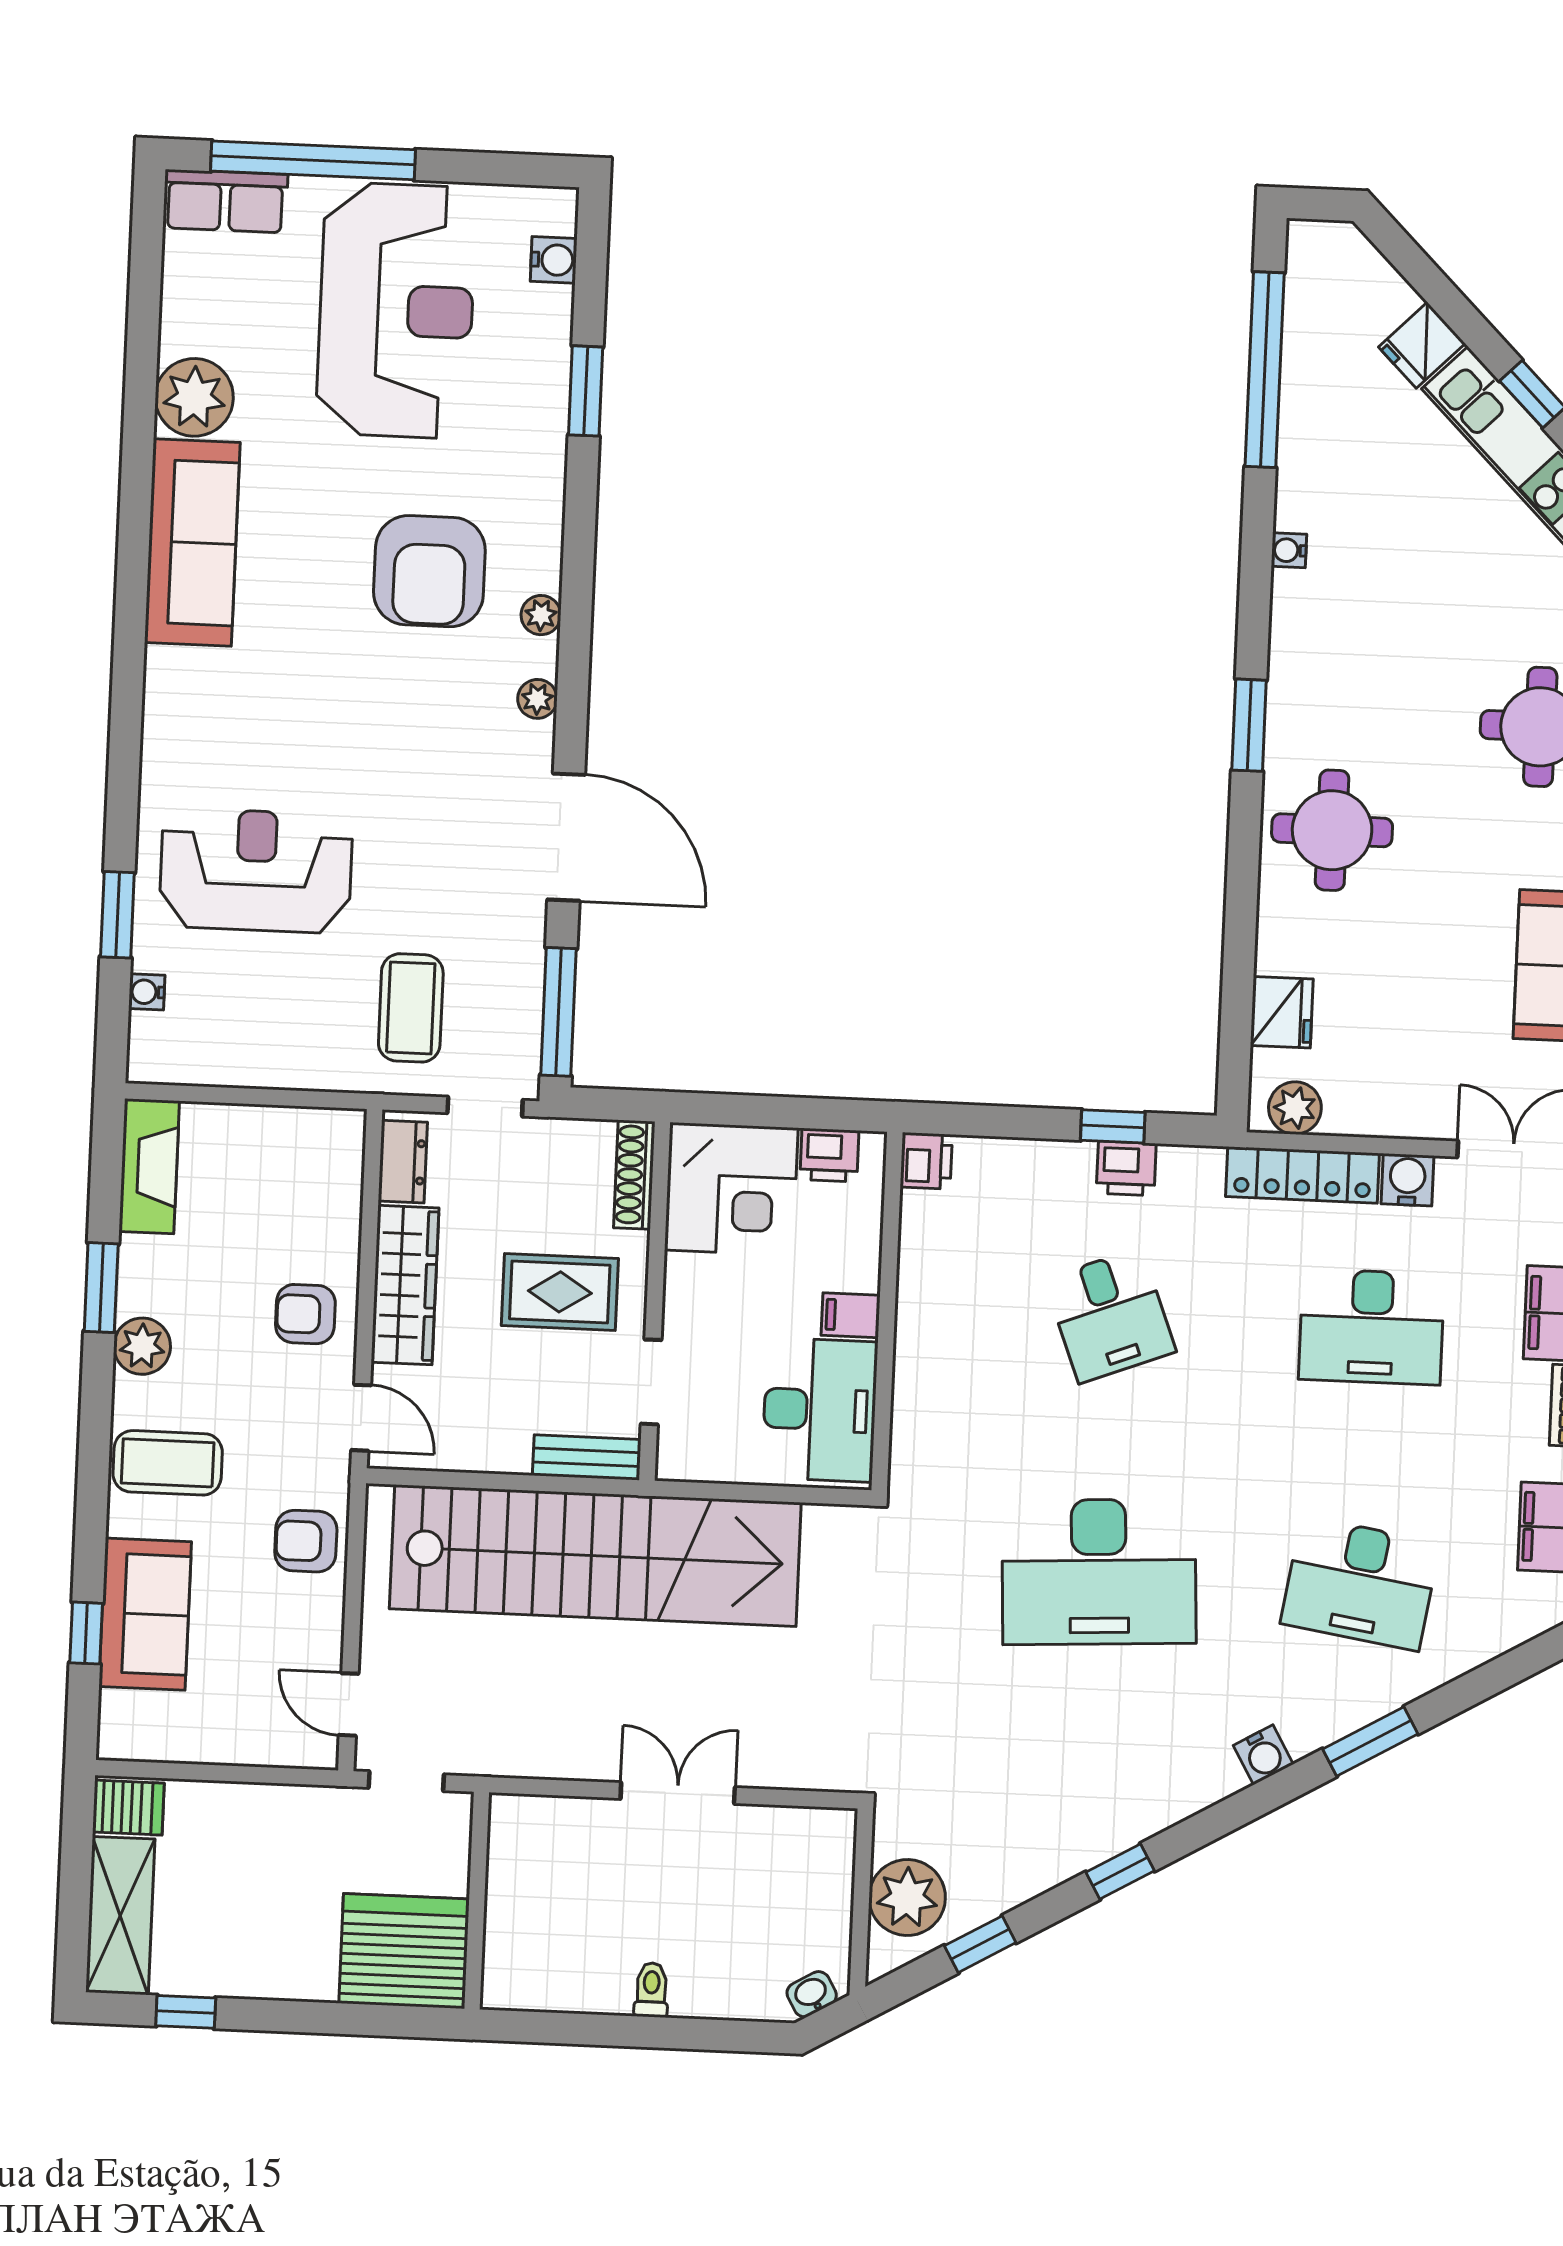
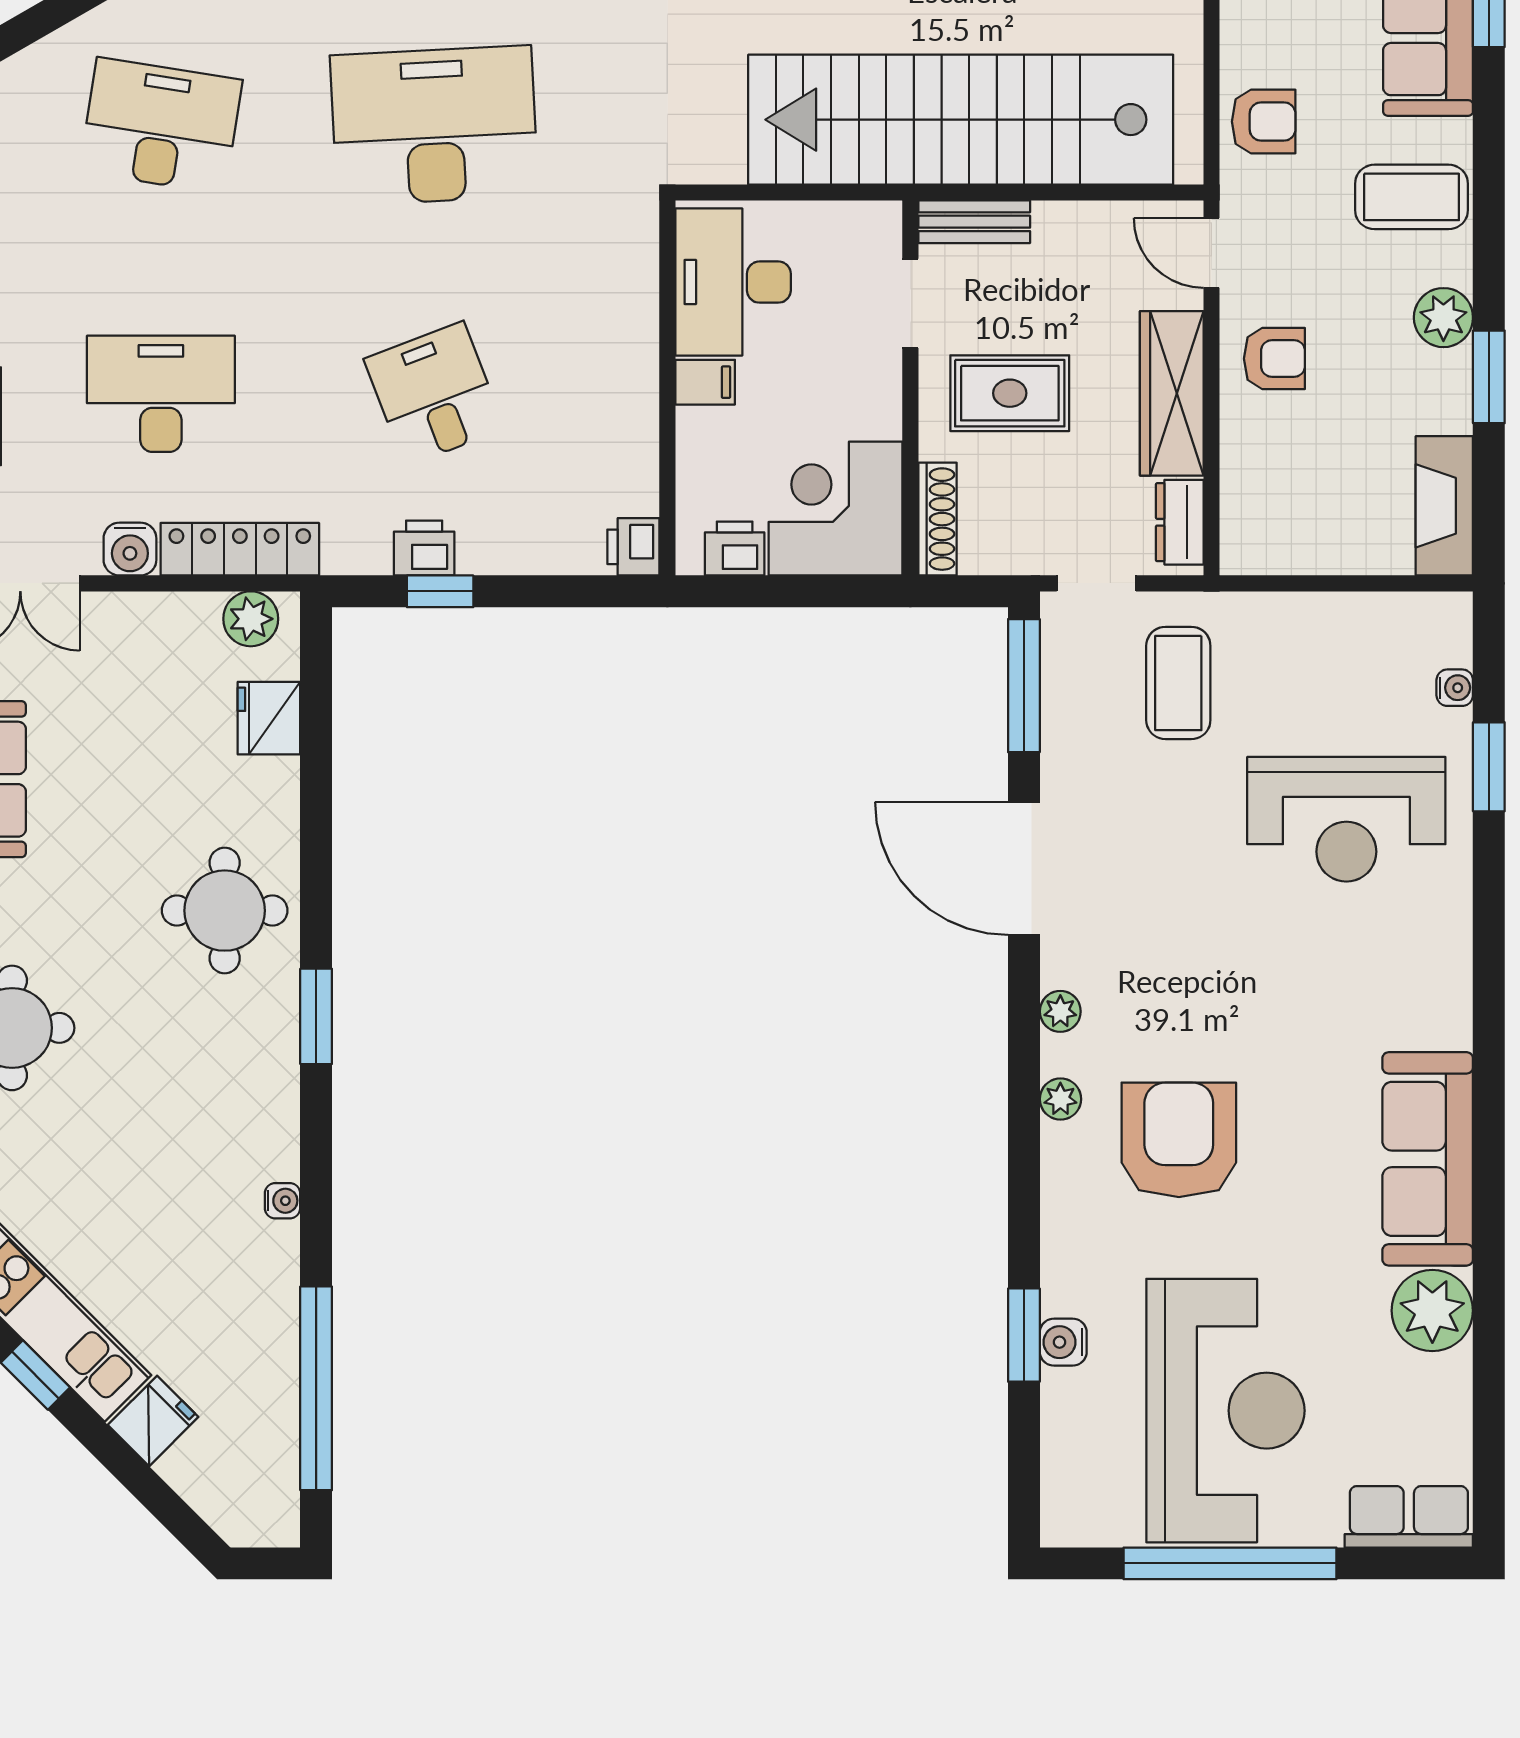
window: (313, 160) -> (1230, 1563), moved
water cooler: (554, 260) -> (1063, 1342), moved
reception desk: (396, 310) -> (1225, 1411), turned 180

